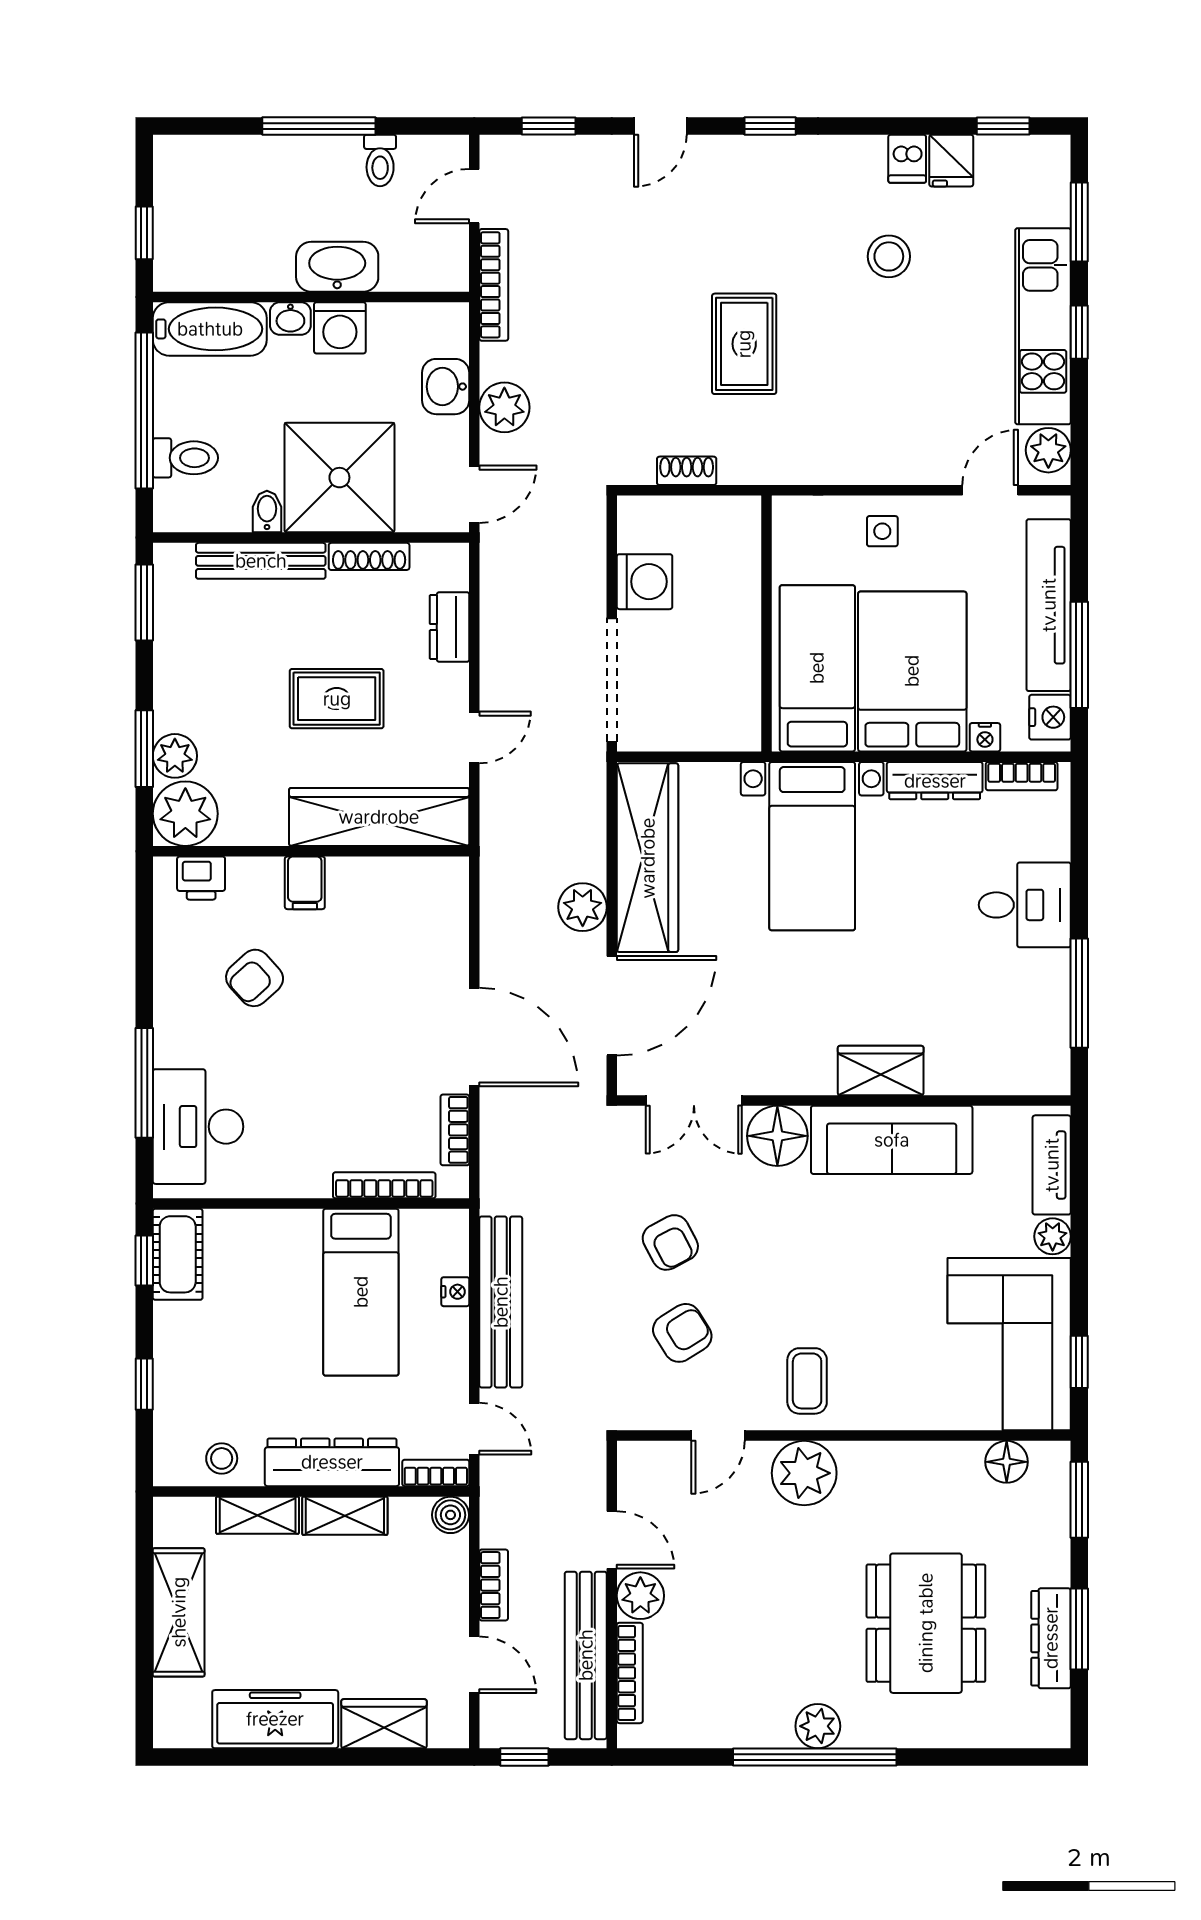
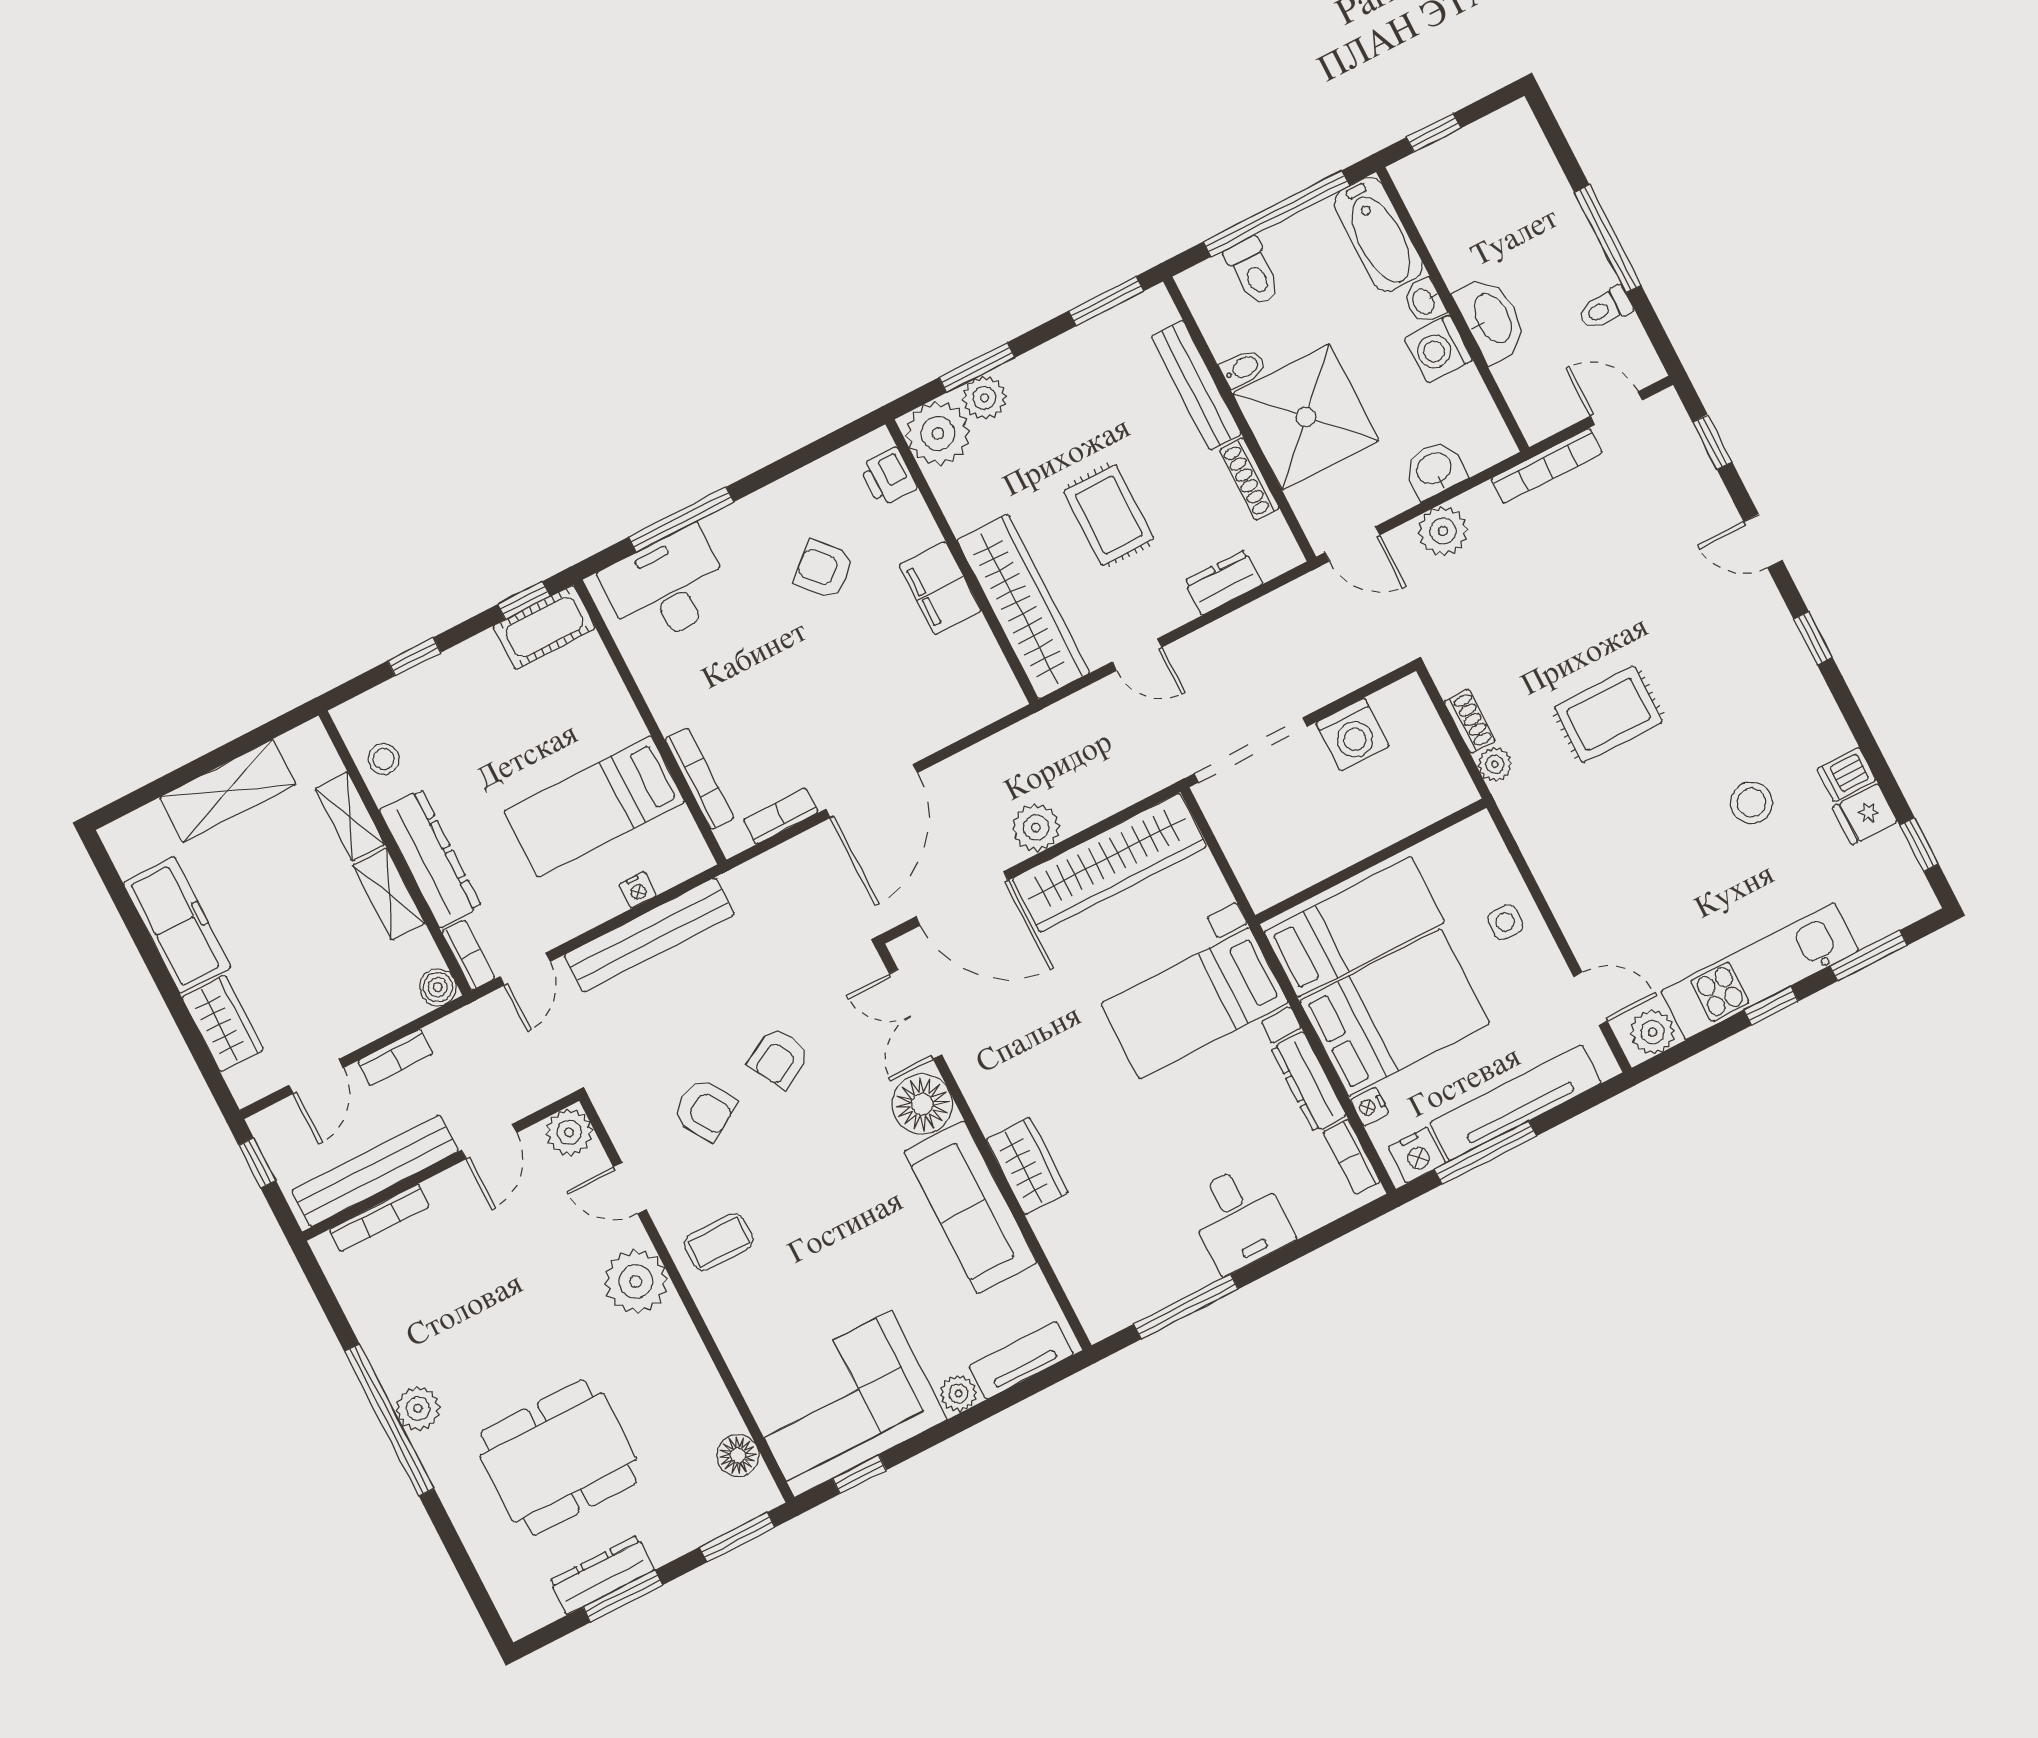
plant: (737, 468) -> (1495, 764), added
filing cabinet: (305, 883) -> (940, 588), width x2.00
plant: (640, 1596) -> (569, 1132), moved

